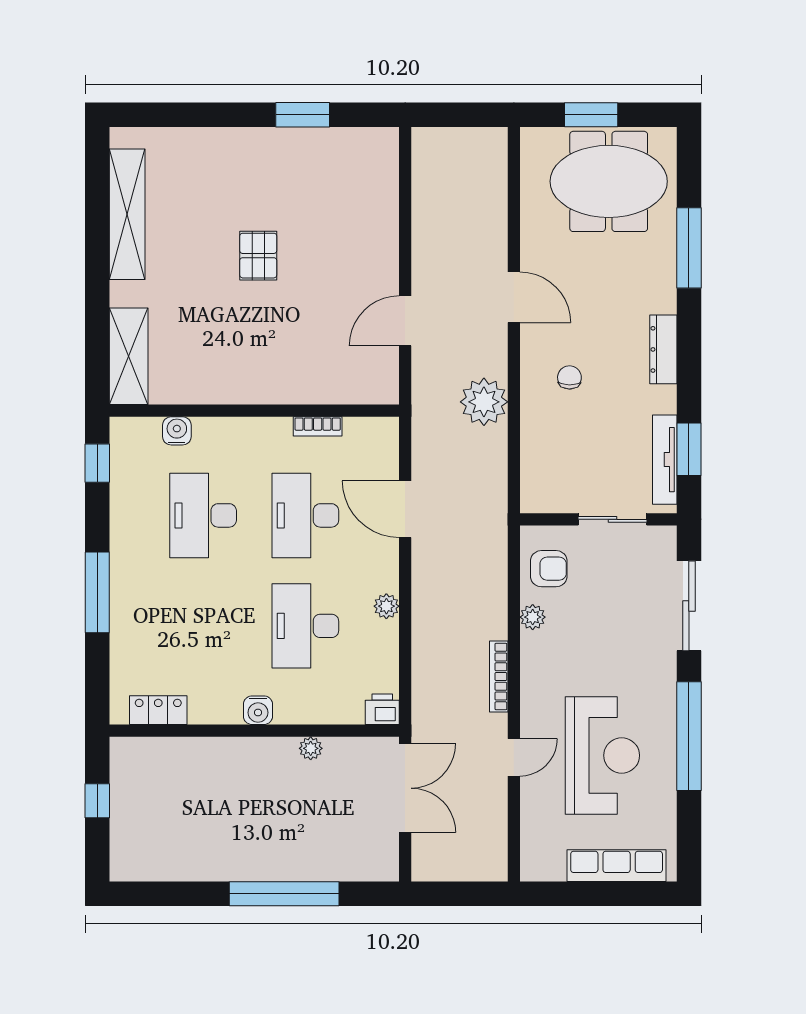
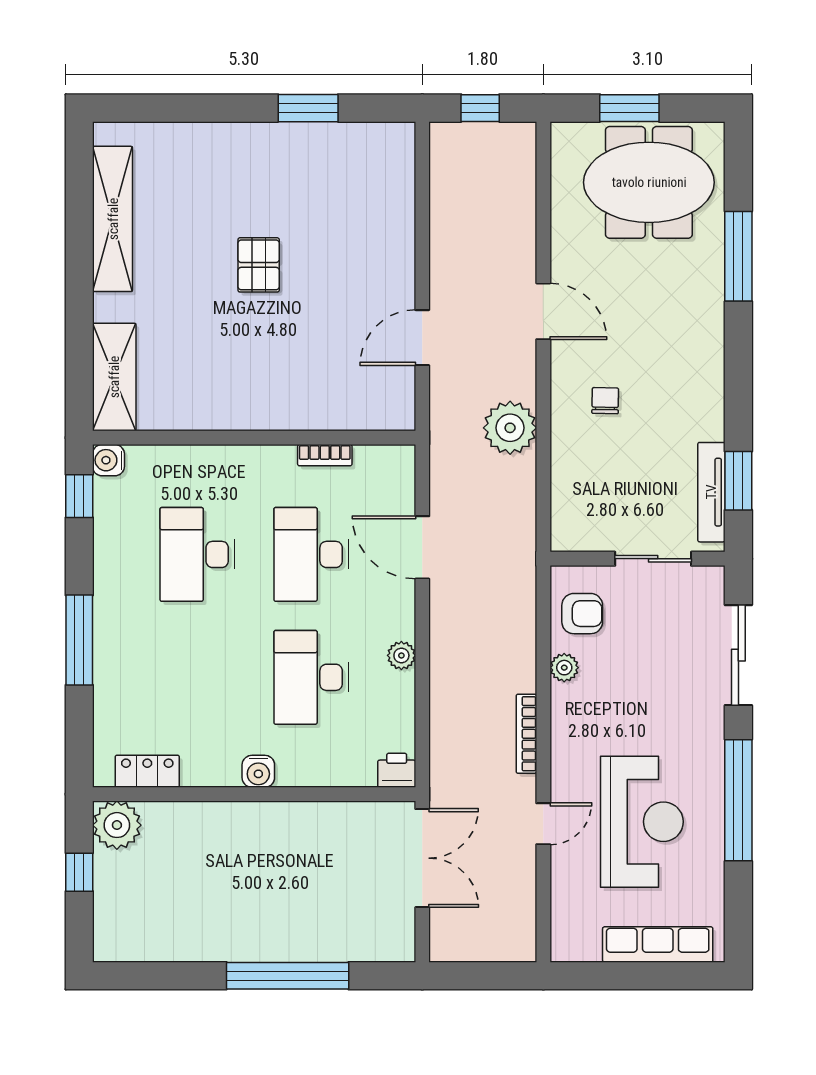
window: (457, 115) -> (480, 108), added
dresser: (663, 349) -> (710, 369), removed
water cooler: (177, 431) -> (108, 460), moved, turned -90
plant: (311, 748) -> (117, 825), moved, width x1.88, depth x1.88

